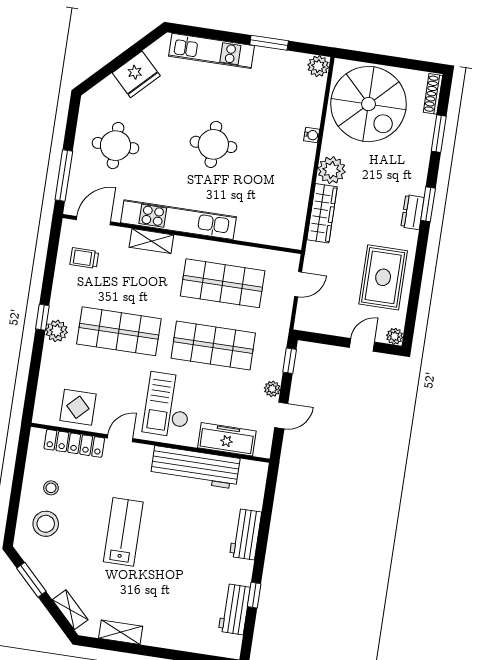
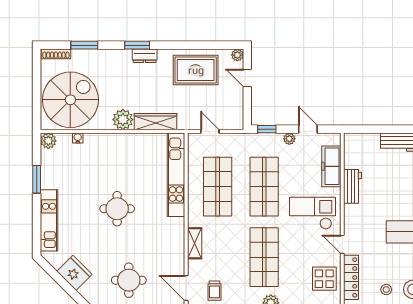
water cooler: (312, 135) -> (78, 138), moved
kitchen unit: (179, 220) -> (176, 175), moved
checkout: (168, 405) -> (313, 213), turned 180
workbench: (195, 467) -> (352, 186), width x0.53, depth x0.76

